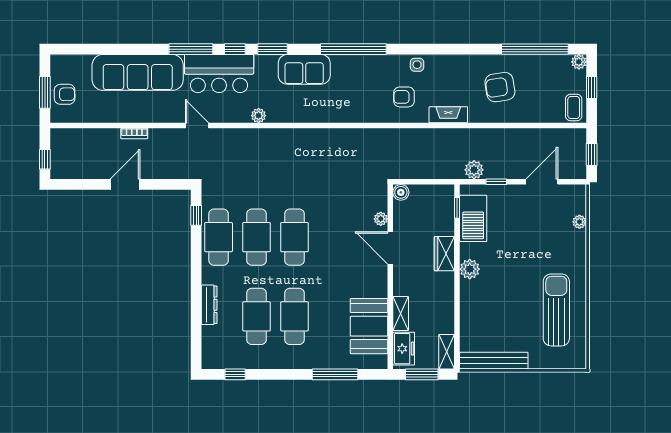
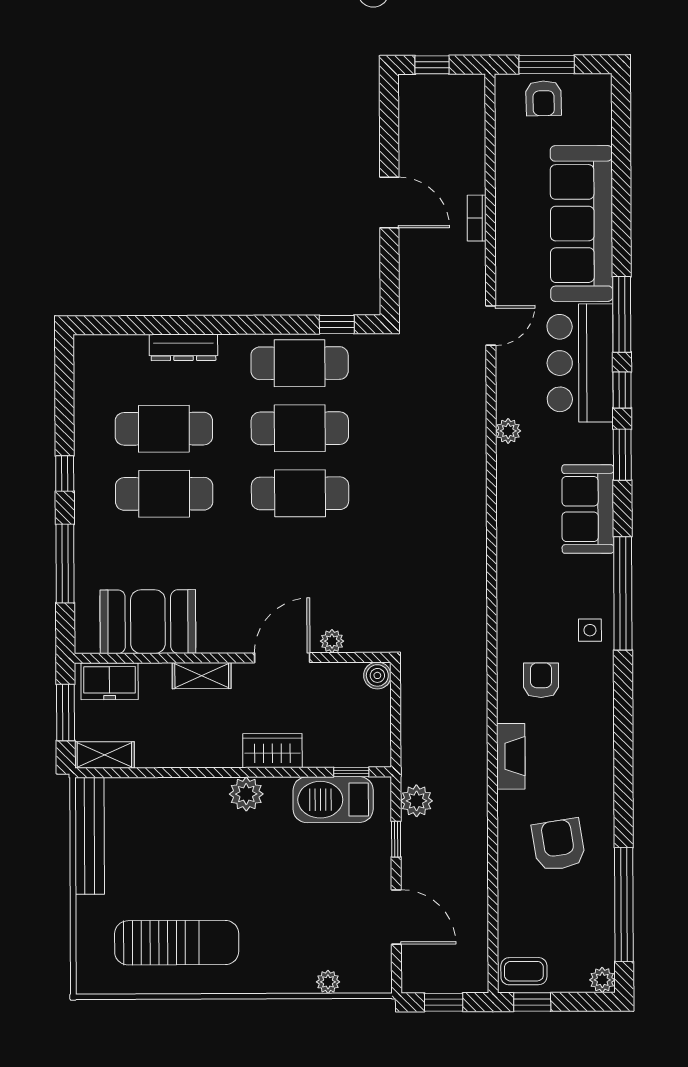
side table: (417, 65) -> (590, 630), moved
window: (592, 87) -> (532, 1002), moved
shelving: (401, 314) -> (202, 676), moved
window: (235, 374) -> (65, 473), moved

